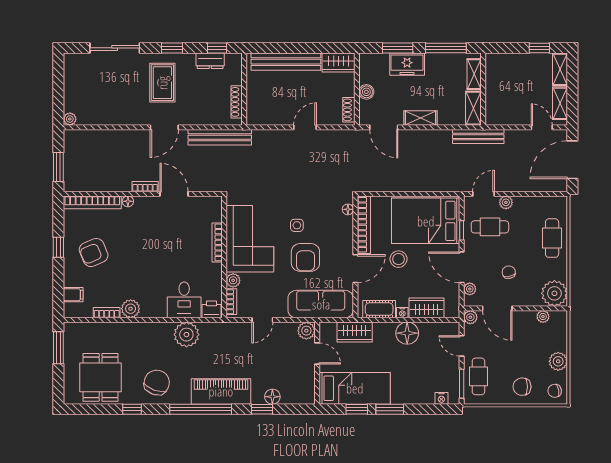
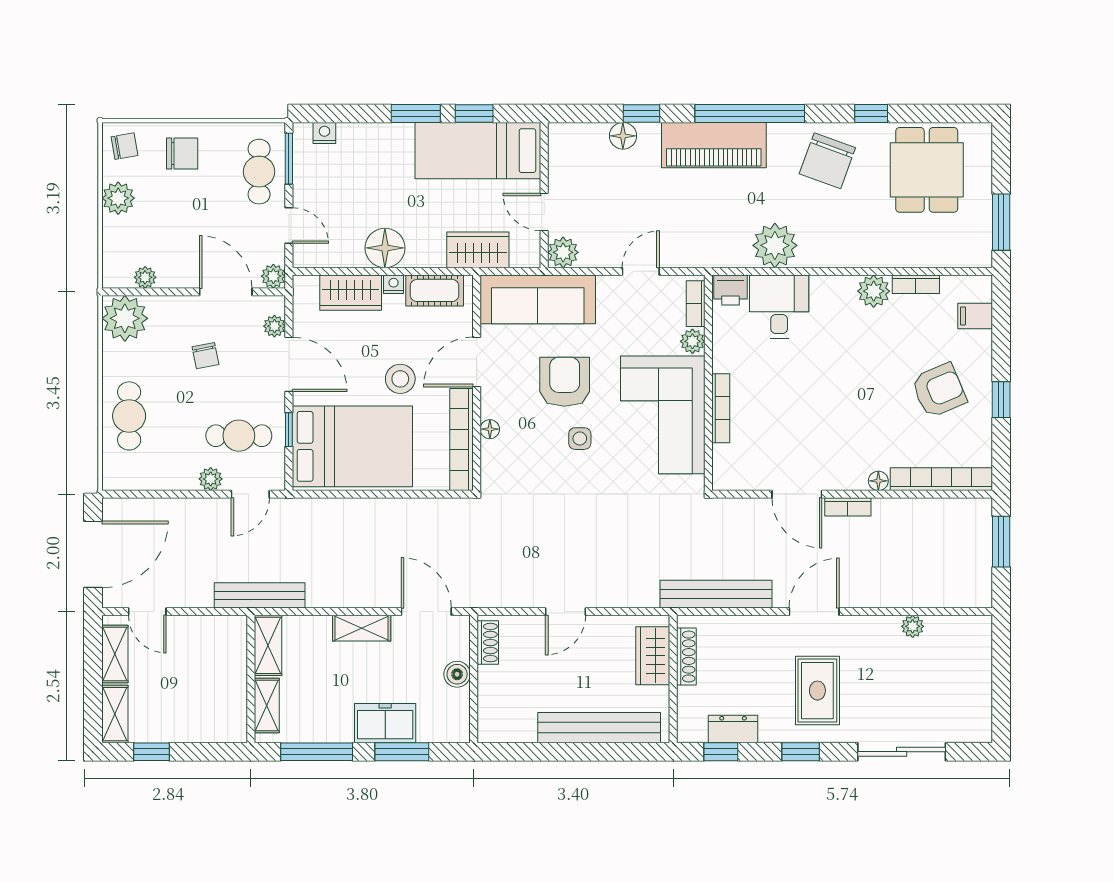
wardrobe: (338, 63) -> (653, 656), moved, turned -90
plant: (70, 119) -> (913, 626), moved
floor lamp: (348, 209) -> (490, 429), moved

